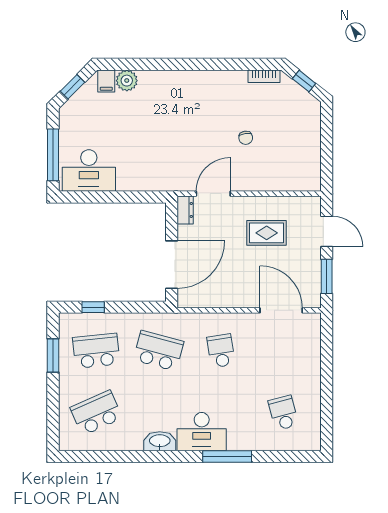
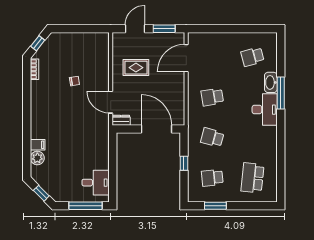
filing cabinet: (106, 81) -> (38, 145), moved
desk: (89, 171) -> (96, 183), width x0.73
rug: (267, 233) -> (136, 68), turned 90
window: (93, 307) -> (184, 163), moved
school desk: (96, 351) -> (212, 178), width x0.54
school desk: (159, 351) -> (212, 137), width x0.54
school desk: (96, 413) -> (252, 178), turned 30
washbasin: (160, 441) -> (271, 82), moved

